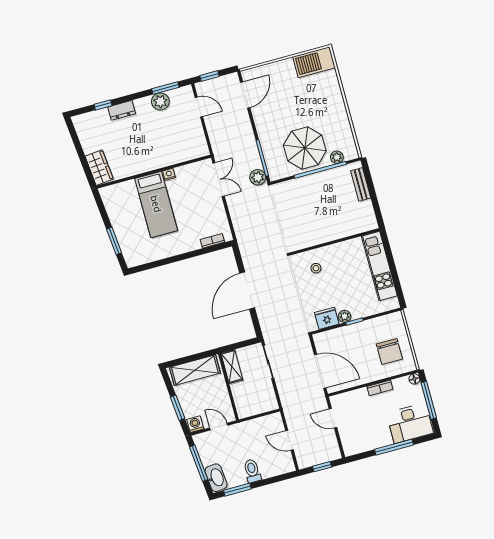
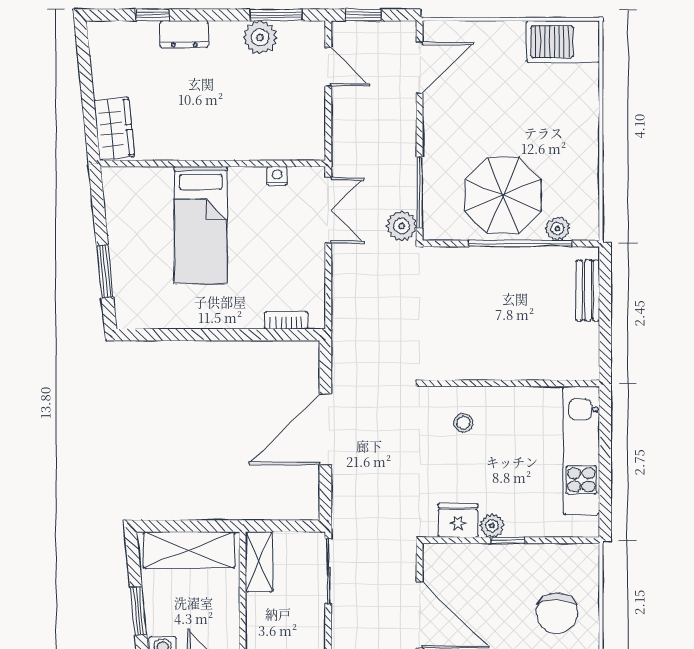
nightstand: (169, 174) -> (277, 176), moved

